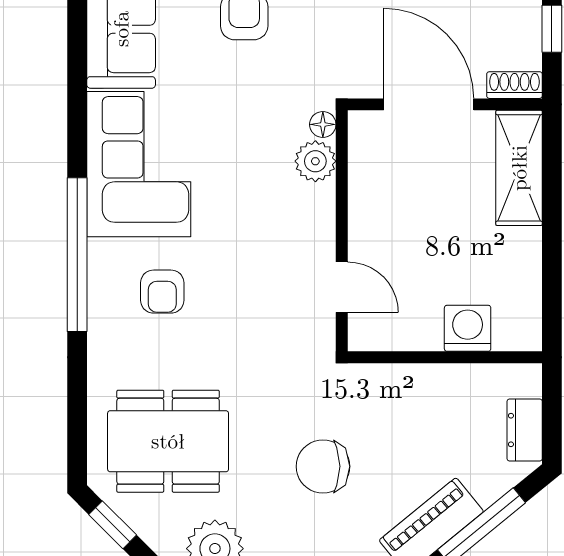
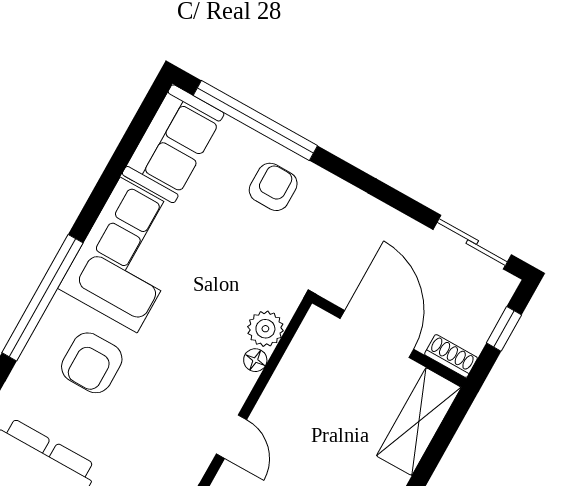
floor lamp: (323, 124) -> (255, 360), moved
armchair: (162, 292) -> (92, 363), width x1.38, depth x1.38

